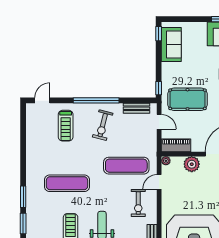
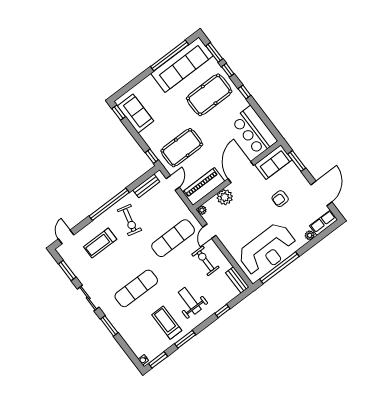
door: (159, 122) -> (173, 183), hinge flipped
treadmill: (66, 126) -> (100, 243), turned 90
piano: (176, 145) -> (204, 187), width x1.37, depth x1.33
sliding door: (23, 162) -> (88, 298), added
exercise bike: (138, 203) -> (205, 261), turned 180
window: (23, 224) -> (67, 271), moved

